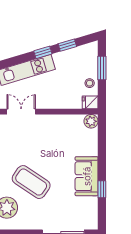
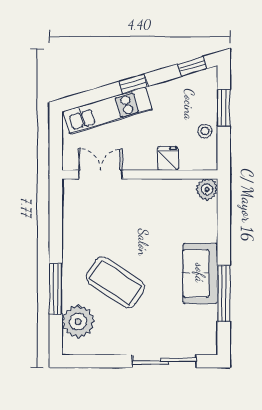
window: (67, 45) -> (192, 66), moved
fridge: (90, 102) -> (168, 158), moved, turned 90
window: (102, 189) -> (224, 293), width x2.17

